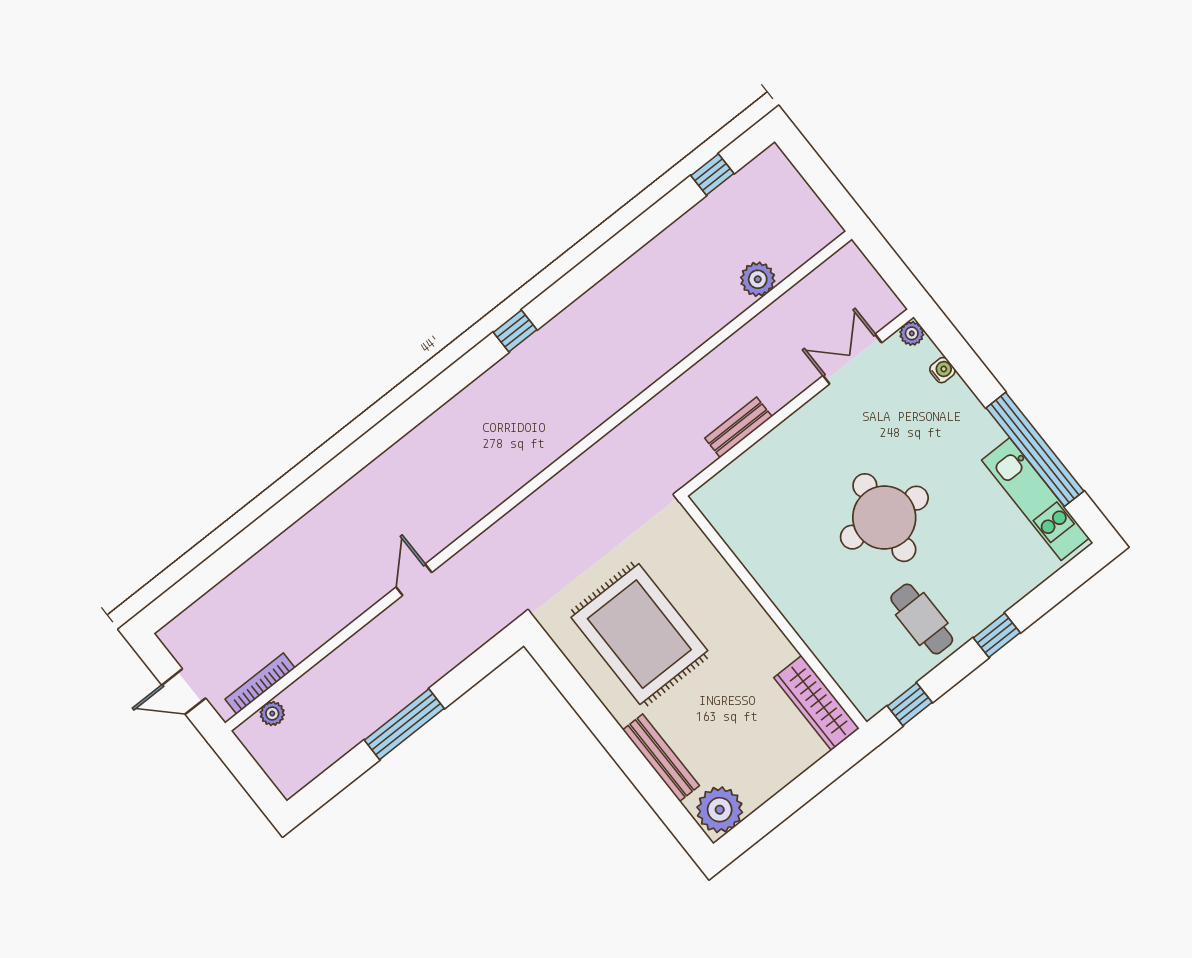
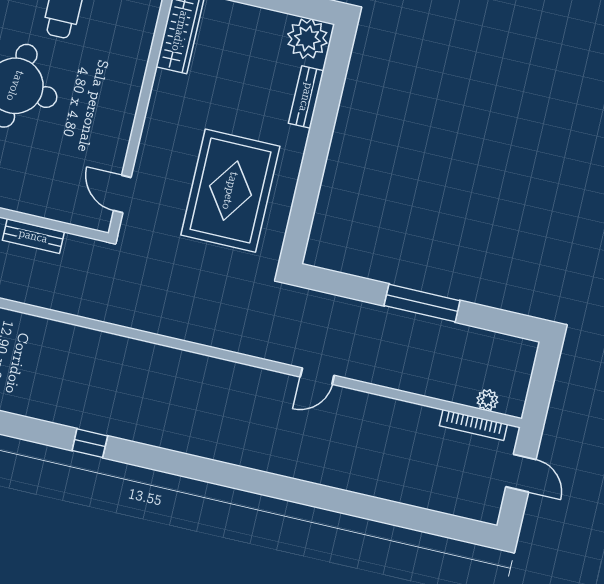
door: (713, 536) -> (122, 194), added
bench: (661, 758) -> (306, 97), width x0.73

